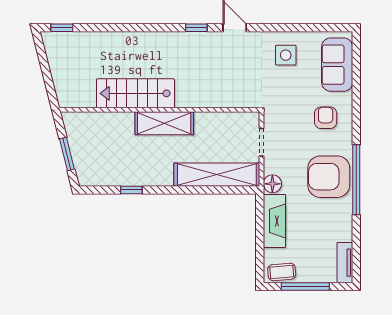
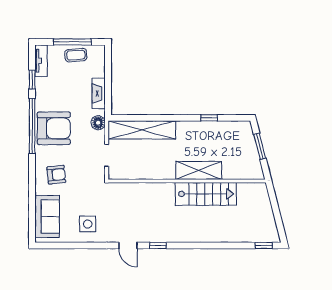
armchair: (326, 118) -> (56, 175), turned -96
shelving: (164, 123) -> (199, 170), moved
fireplace: (274, 221) -> (99, 93), width x0.73, depth x0.76
window: (356, 239) -> (32, 80), added
coffee table: (282, 272) -> (76, 55), moved

